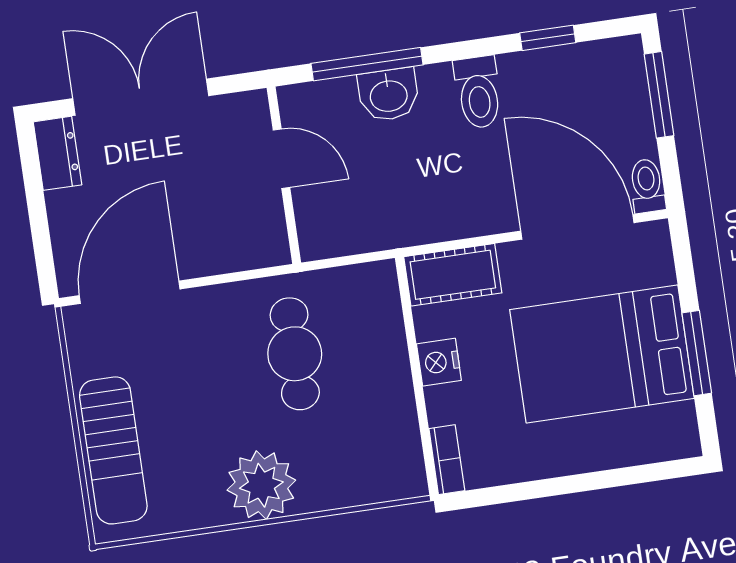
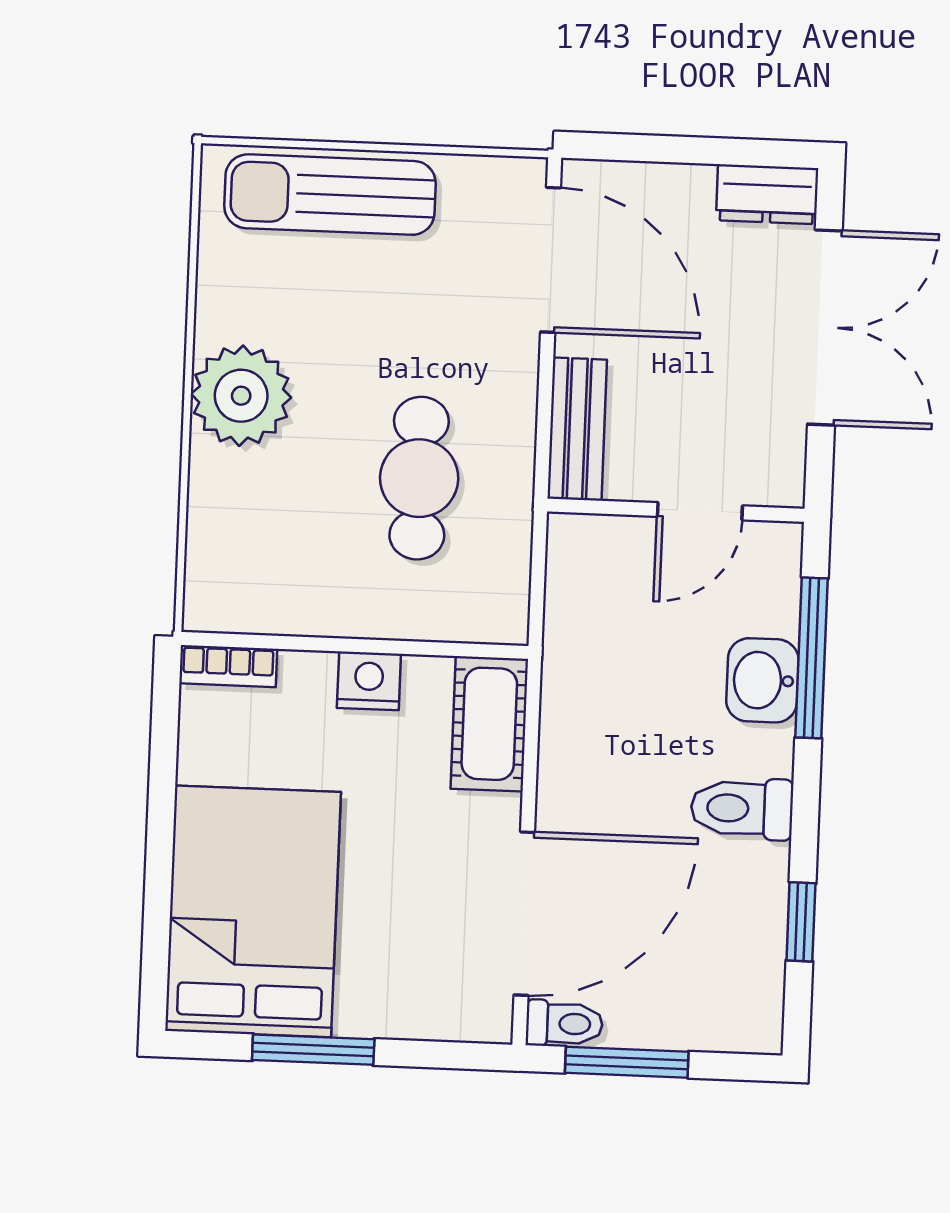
window: (659, 95) -> (627, 1062), moved
bench: (241, 253) -> (577, 429), added
cafe table: (295, 354) -> (419, 478), turned 90
bed: (602, 354) -> (253, 911), moved

